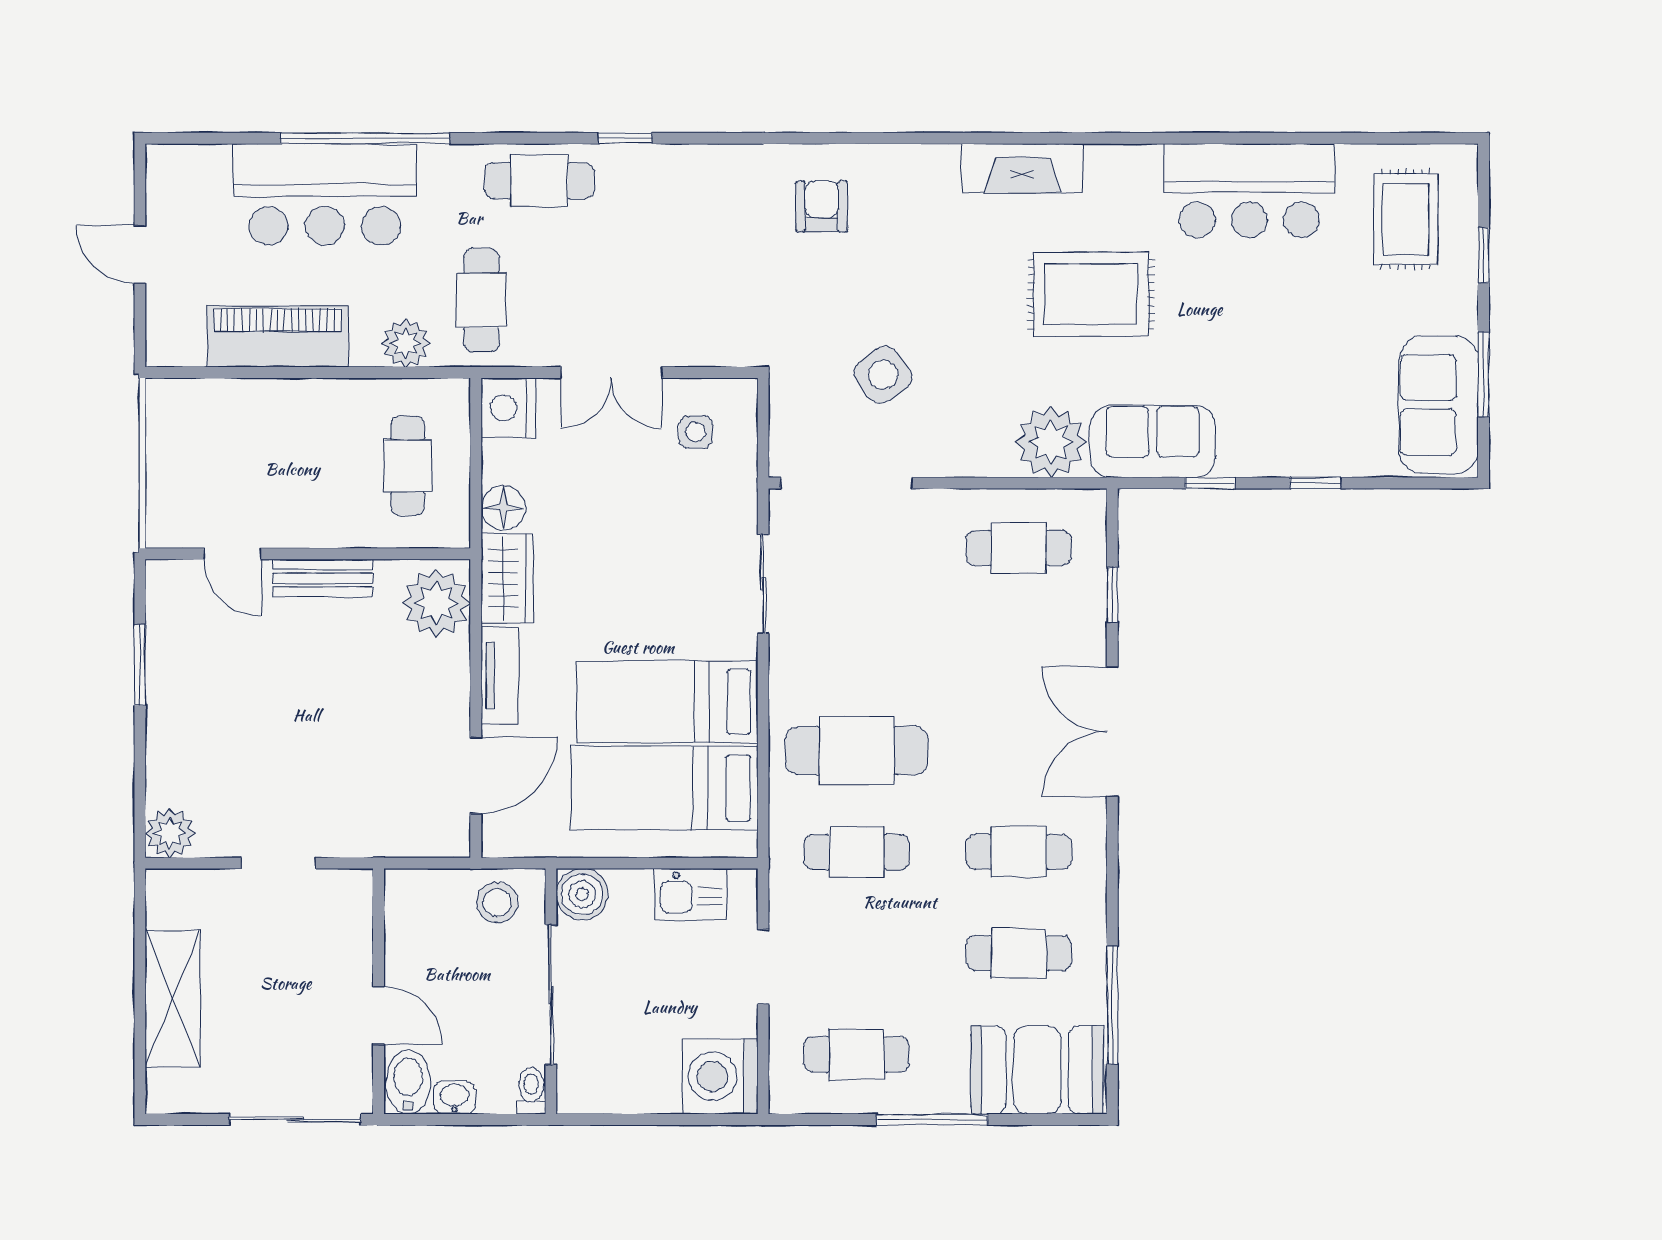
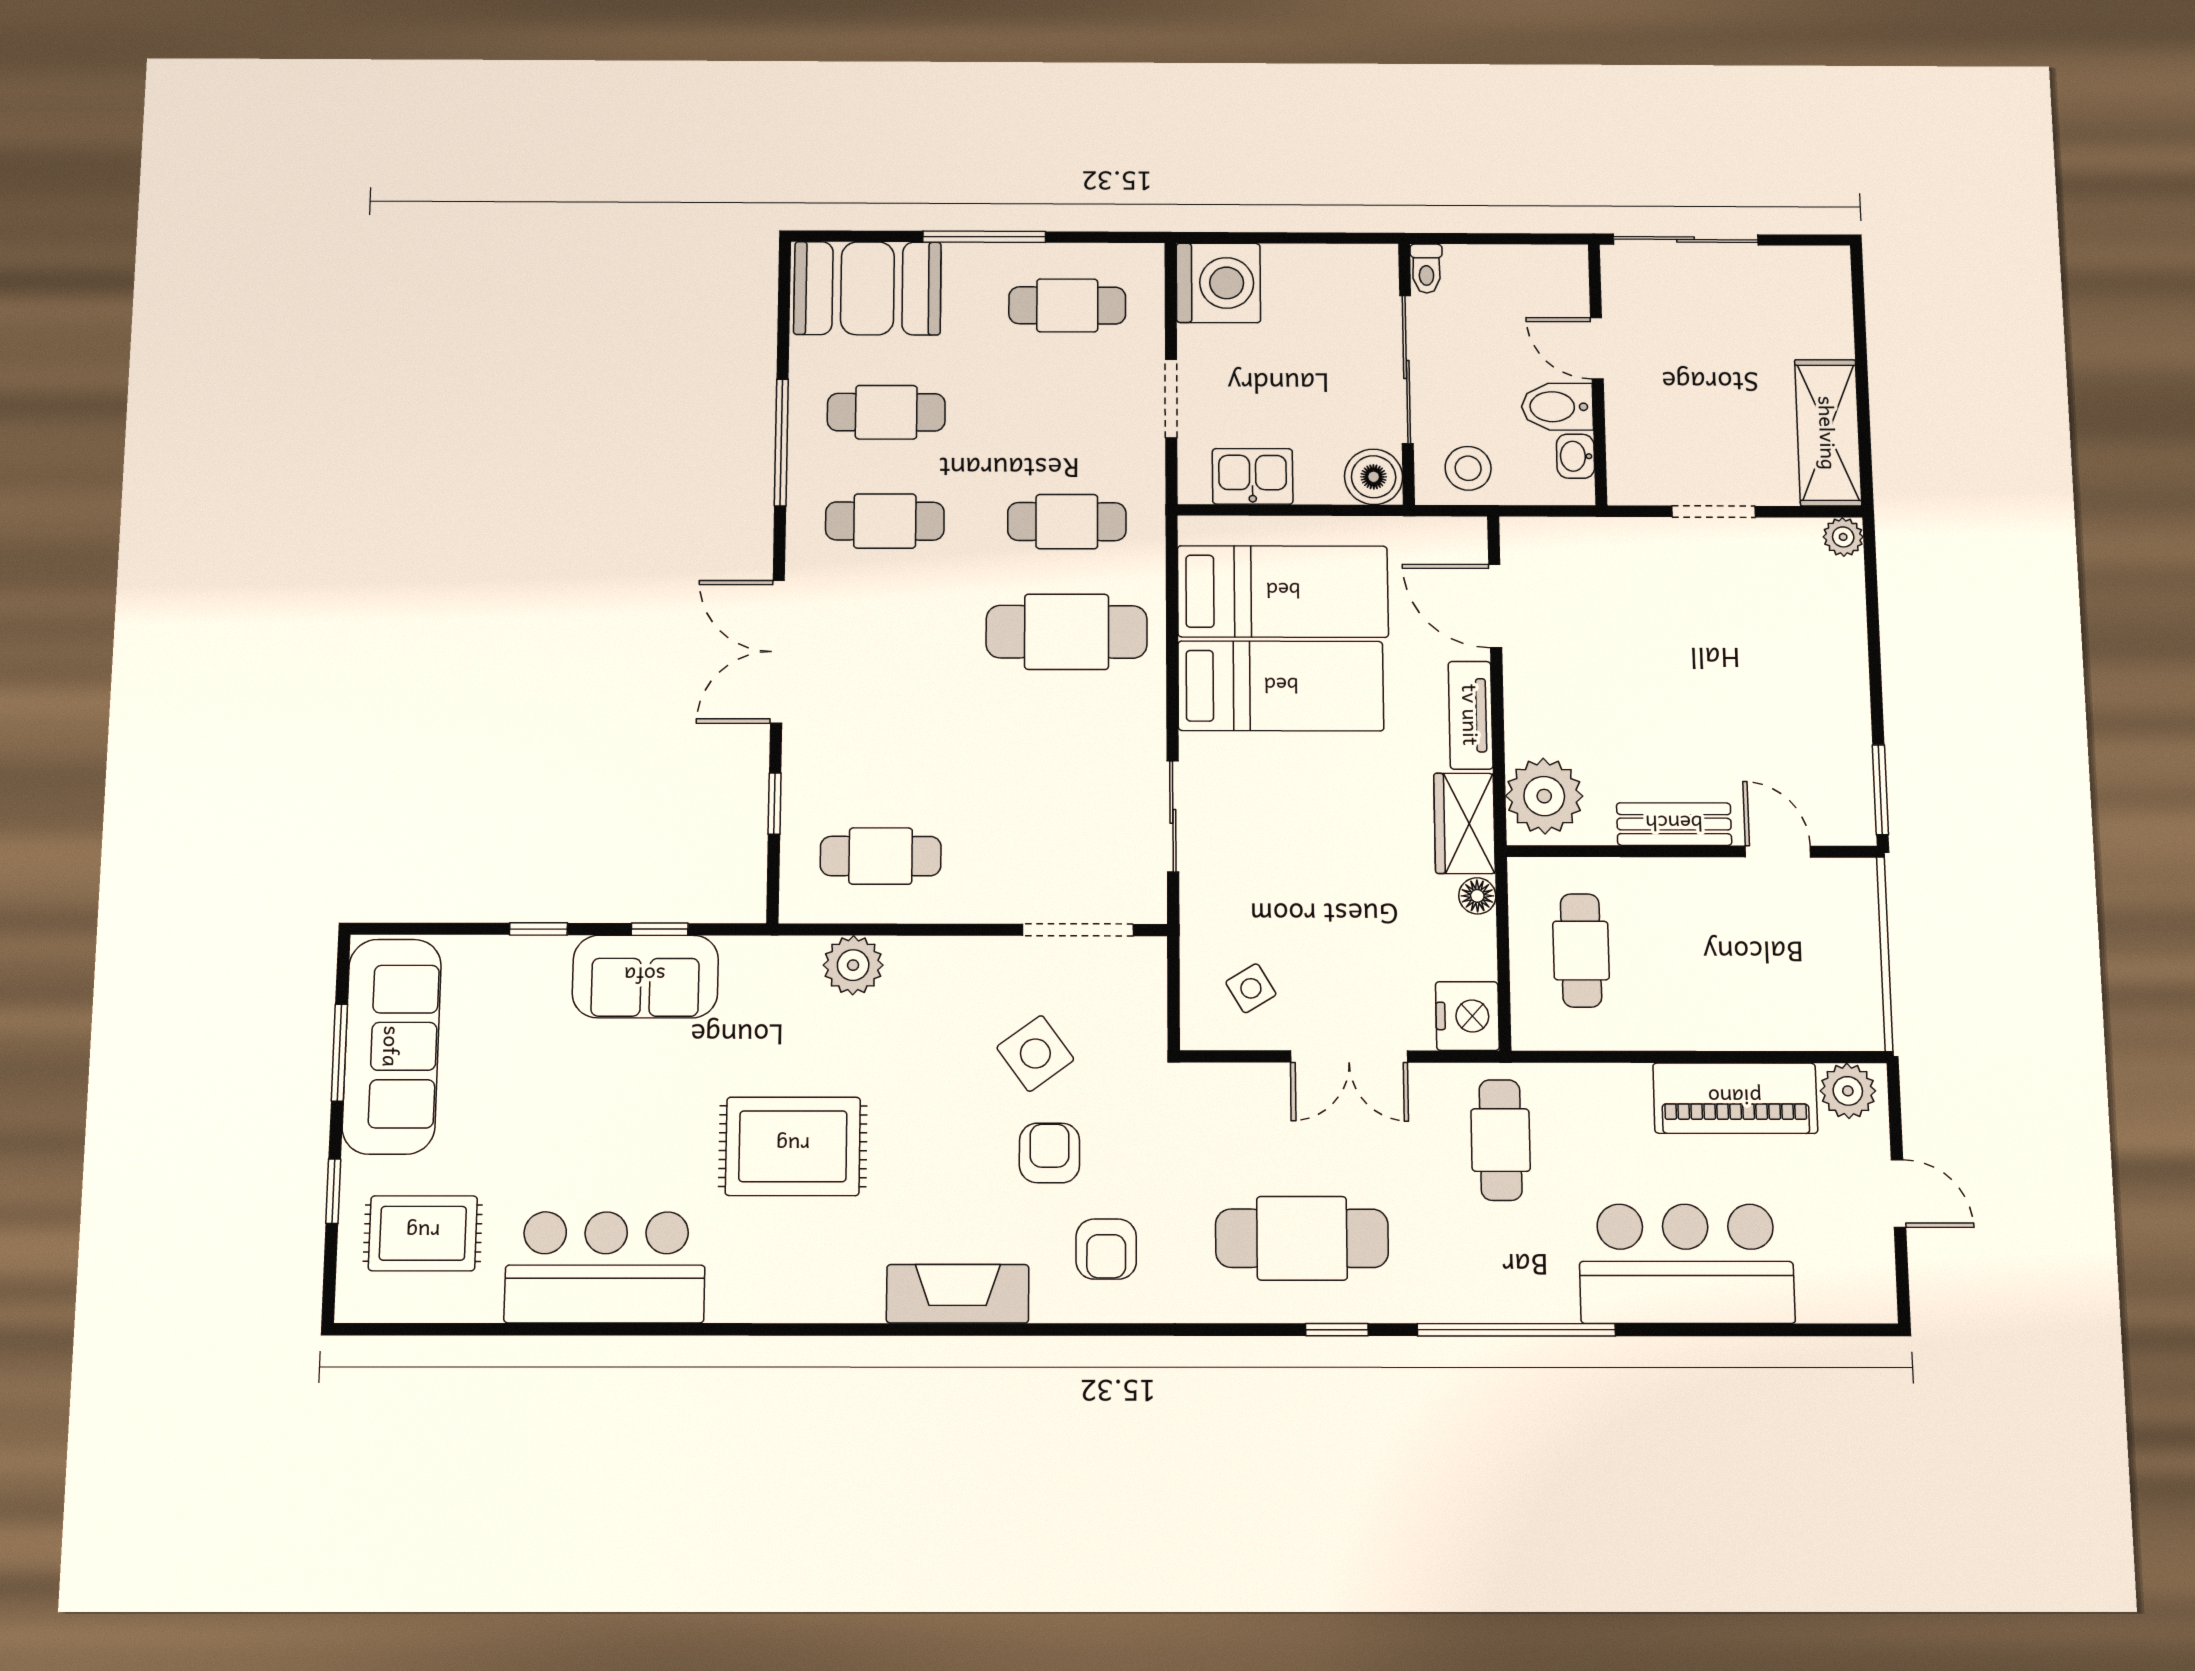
window: (365, 138) -> (1516, 1330), moved
fireplace: (1022, 168) -> (958, 1294), moved
cafe table: (539, 181) -> (1302, 1238), moved, width x1.37, depth x1.35
rug: (1406, 219) -> (423, 1233), turned 90
armchair: (870, 289) -> (1049, 1153), added
plant: (406, 343) -> (1848, 1091), moved
double door: (611, 372) -> (1349, 1056), swing flipped
sofa: (1439, 405) -> (392, 1046), width x1.36
side table: (696, 432) -> (1251, 988), turned -31
sofa: (1153, 441) -> (645, 976), moved
plant: (1051, 442) -> (853, 965), width x0.73, depth x0.73
doorway: (846, 483) -> (1078, 930), width x0.73
floor lamp: (503, 508) -> (1477, 896), width x0.73, depth x0.73
window: (140, 665) -> (1880, 790), moved
double door: (1112, 732) -> (777, 652), swing flipped
door: (476, 775) -> (1495, 606), hinge flipped
plant: (170, 833) -> (1843, 537), width x0.73, depth x0.73
shelving: (173, 999) -> (1828, 433), moved
window: (1112, 1005) -> (781, 442), moved
bidet: (408, 1082) -> (1557, 407), moved, turned 90
washbasin: (455, 1097) -> (1576, 456), moved, turned 90

